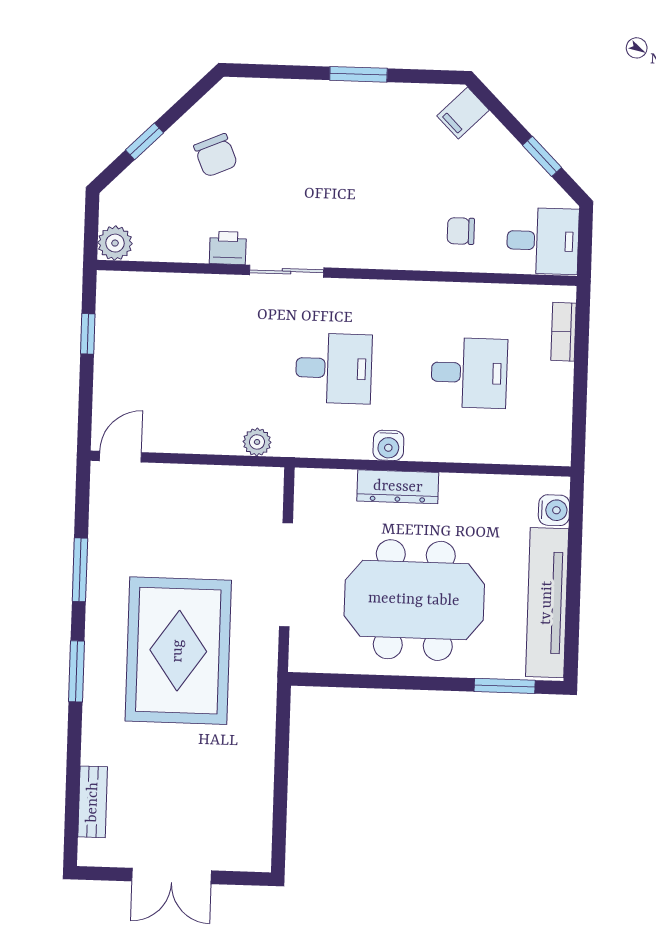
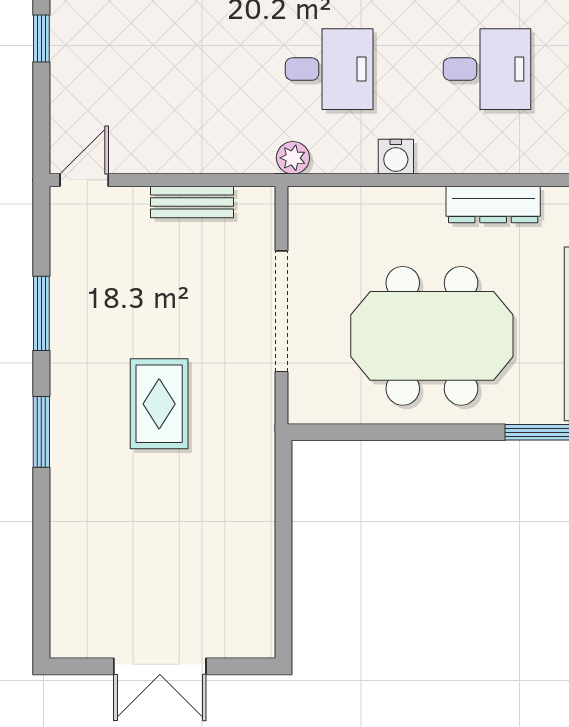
plant: (257, 442) -> (293, 158), moved
dresser: (398, 487) -> (493, 205), moved
rug: (178, 651) -> (159, 404), width x0.54, depth x0.49
bench: (93, 802) -> (192, 202), moved, turned 90

